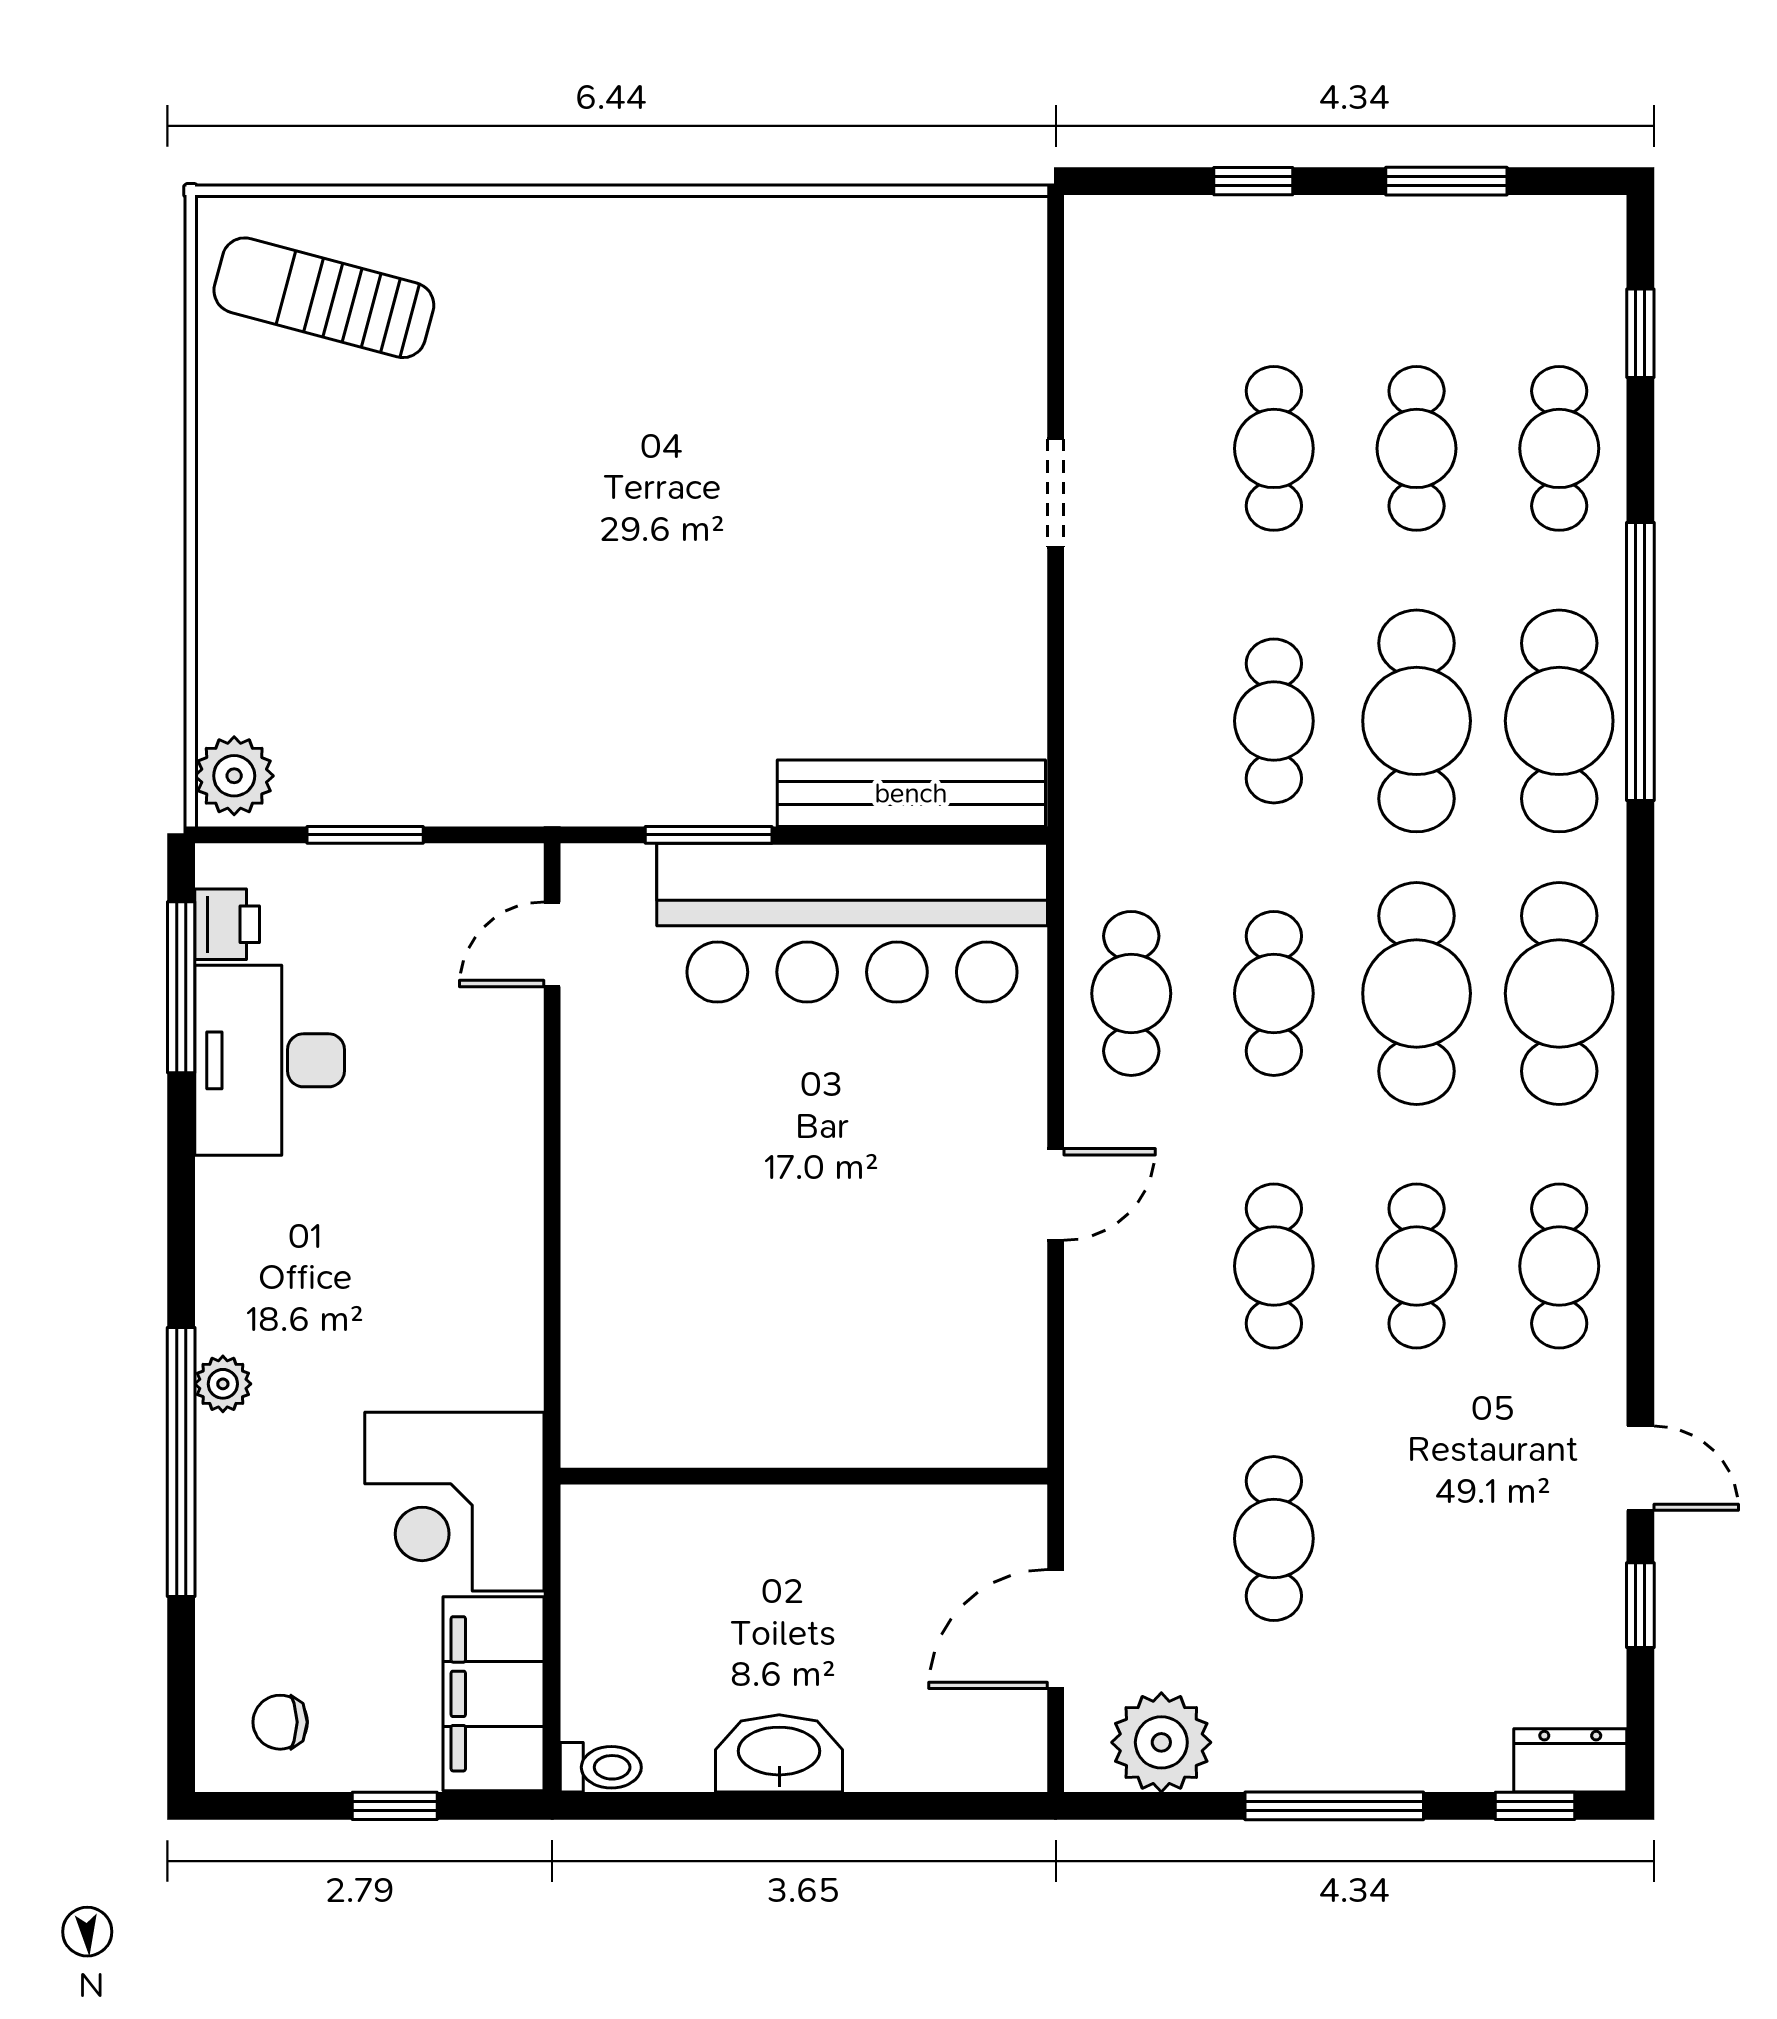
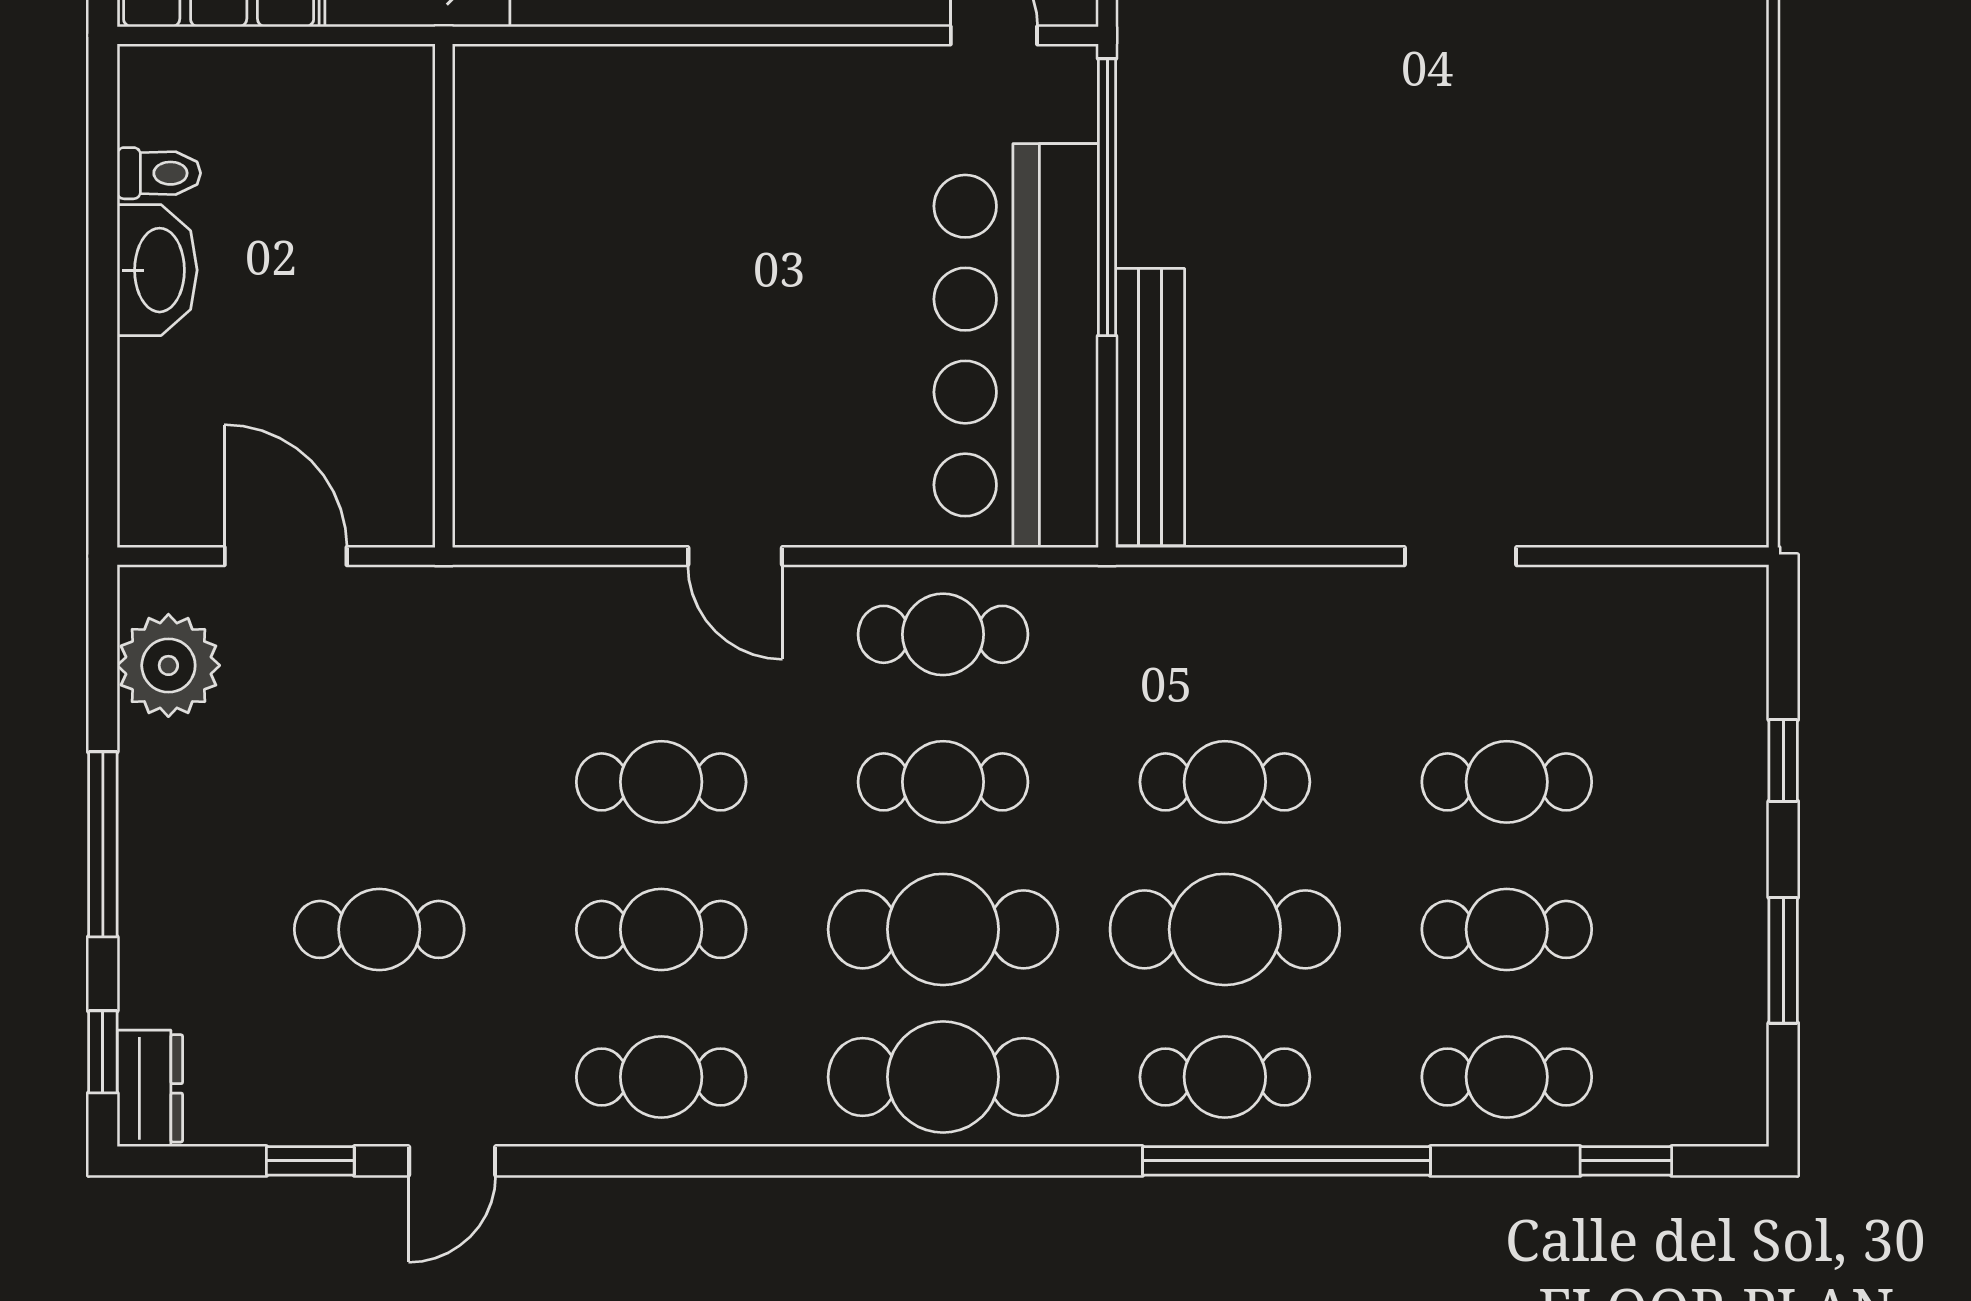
cafe table: (1559, 721) -> (1225, 1077), width x0.73, depth x0.74
window: (709, 835) -> (1107, 197), width x2.11
cafe table: (1274, 1539) -> (379, 929), moved
toilet: (601, 1767) -> (159, 173), moved, turned -90

